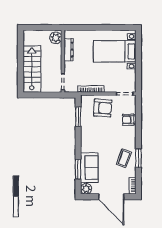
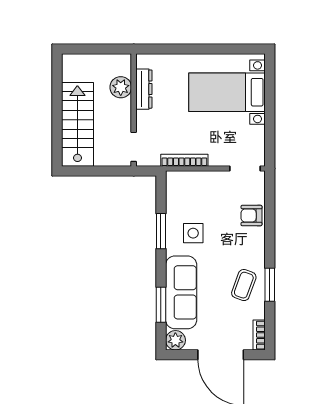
plant: (56, 38) -> (121, 87), moved
armchair: (103, 108) -> (205, 194), removed
window: (78, 117) -> (161, 231), moved
side table: (96, 129) -> (193, 233), added
sofa: (89, 168) -> (181, 292), width x1.36

